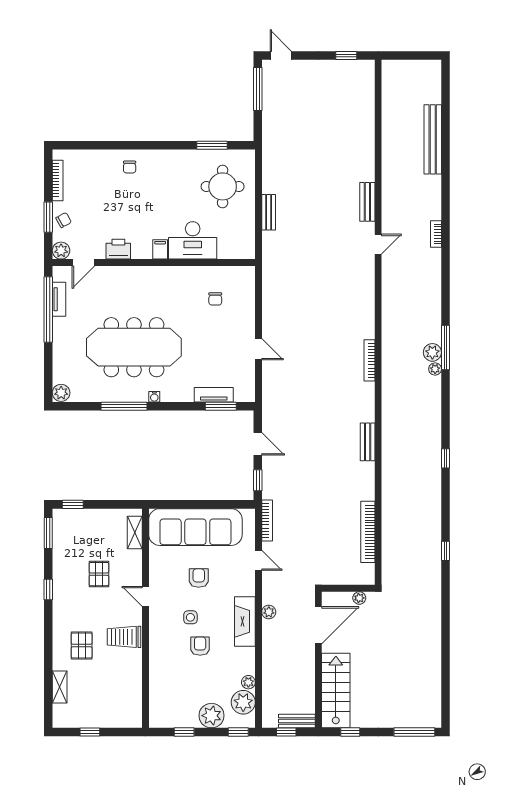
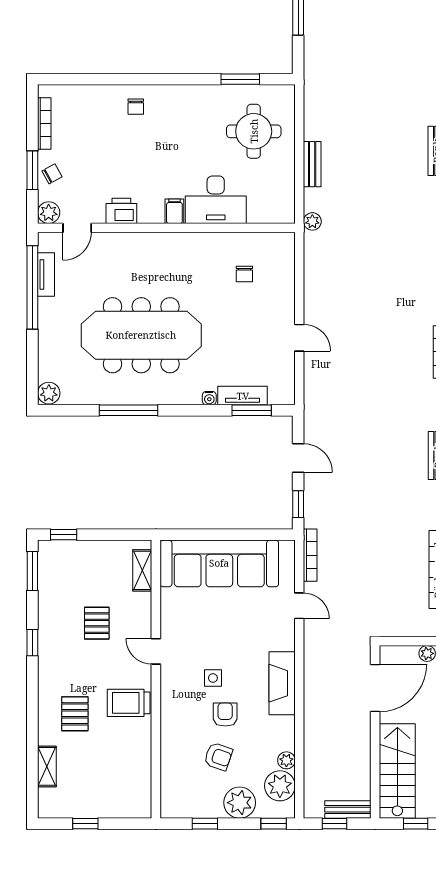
water cooler: (154, 397) -> (209, 398), moved
armchair: (199, 578) -> (218, 757), moved, turned 109
plant: (269, 612) -> (312, 221), moved

